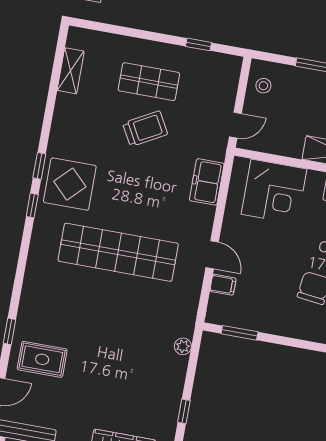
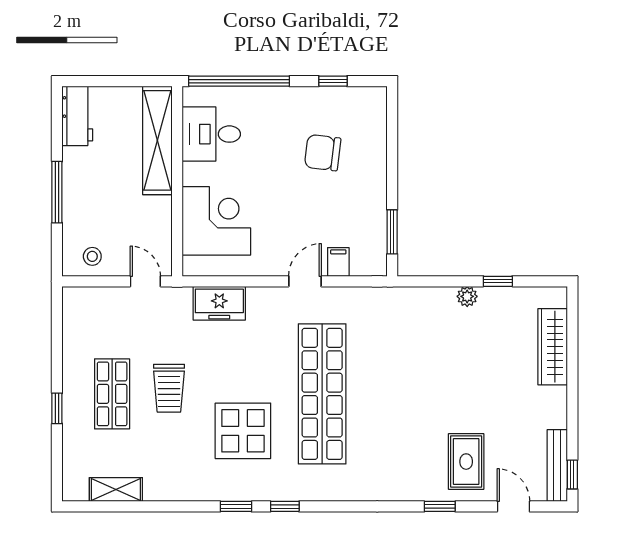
window: (199, 44) -> (57, 408), moved
trolley: (145, 129) -> (169, 388), turned -151
display table: (70, 184) -> (243, 431), moved
plant: (183, 346) -> (467, 296), moved

